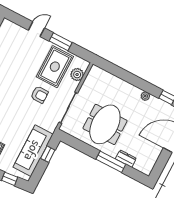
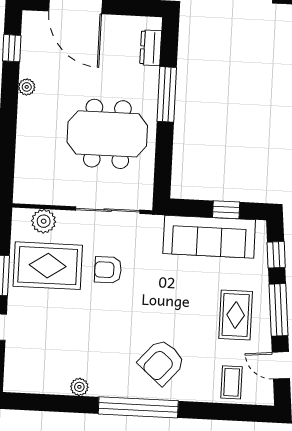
armchair: (40, 95) -> (108, 270), turned -90
window: (48, 154) -> (226, 210), moved
dresser: (126, 159) -> (151, 48), moved

